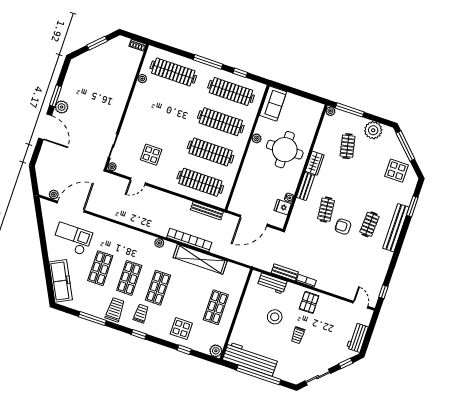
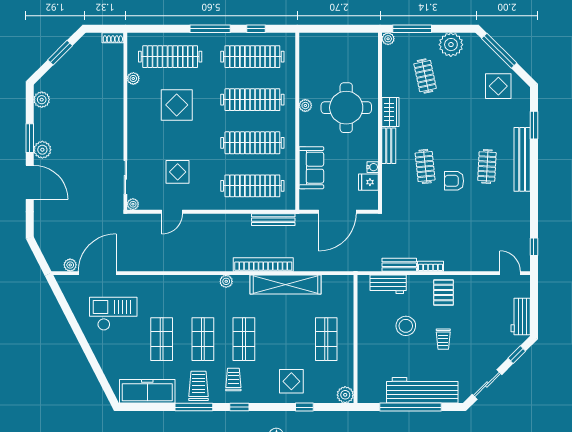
plant: (73, 72) -> (42, 100), added
sofa: (273, 104) -> (311, 168), moved
display table: (166, 107) -> (177, 105), added
freezer: (61, 281) -> (147, 391), moved, turned -63
window: (92, 319) -> (194, 407), moved
workbench: (250, 359) -> (422, 390), moved

